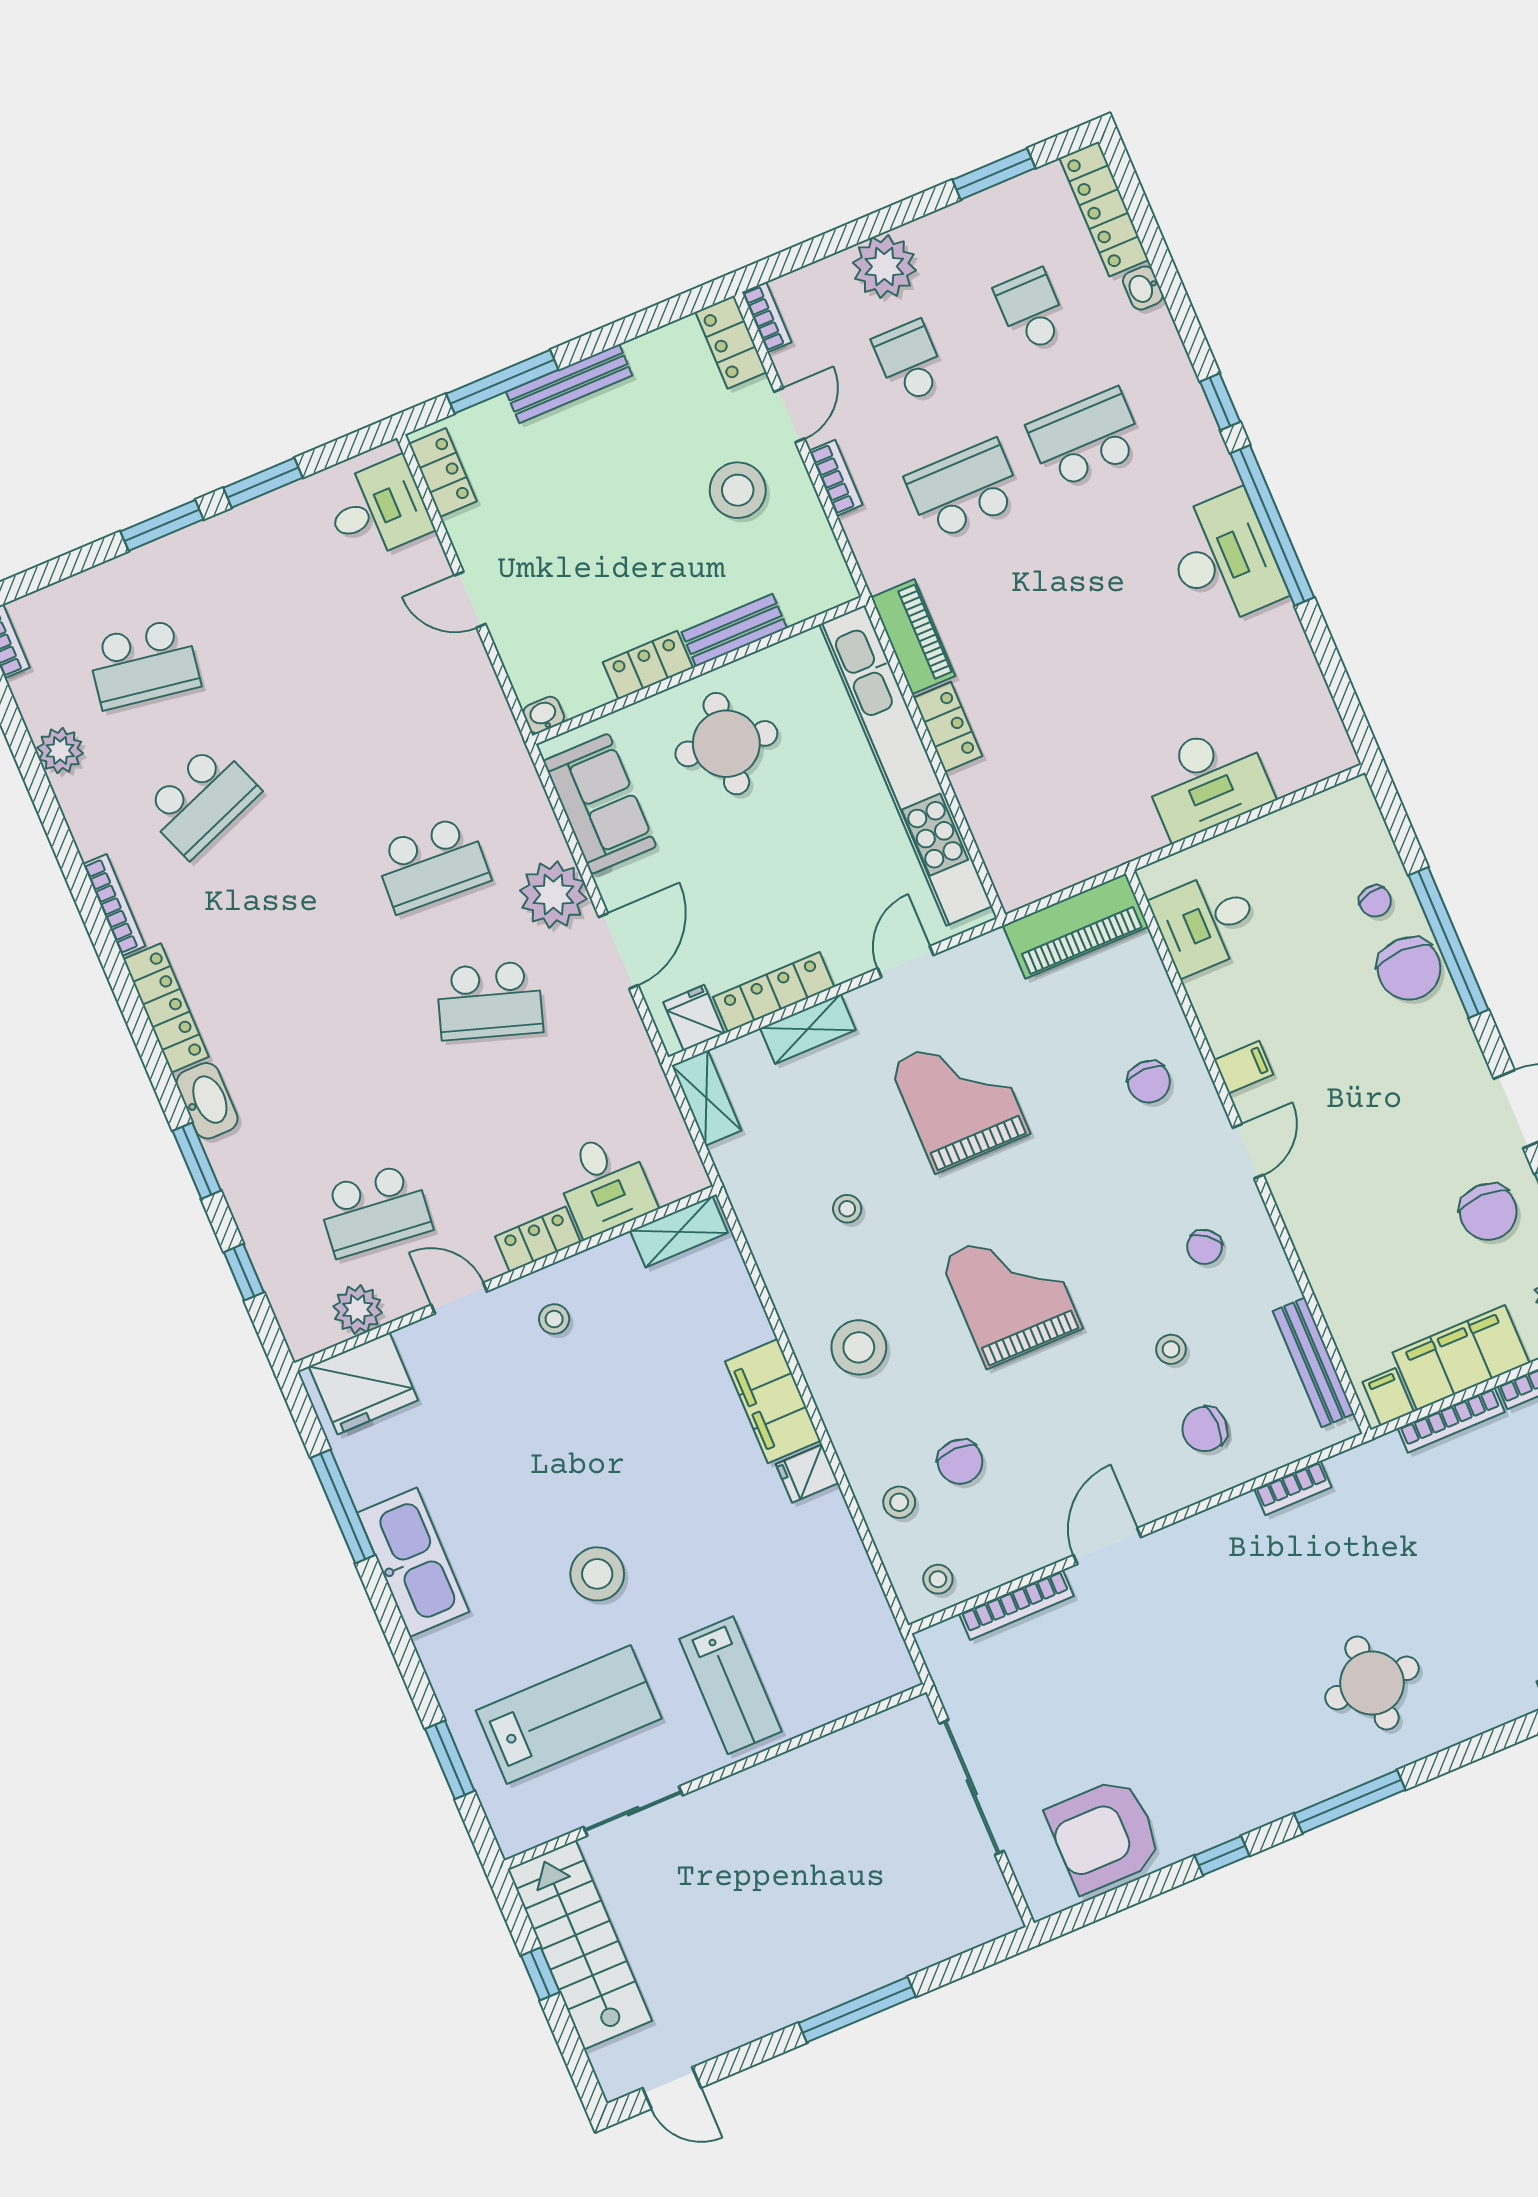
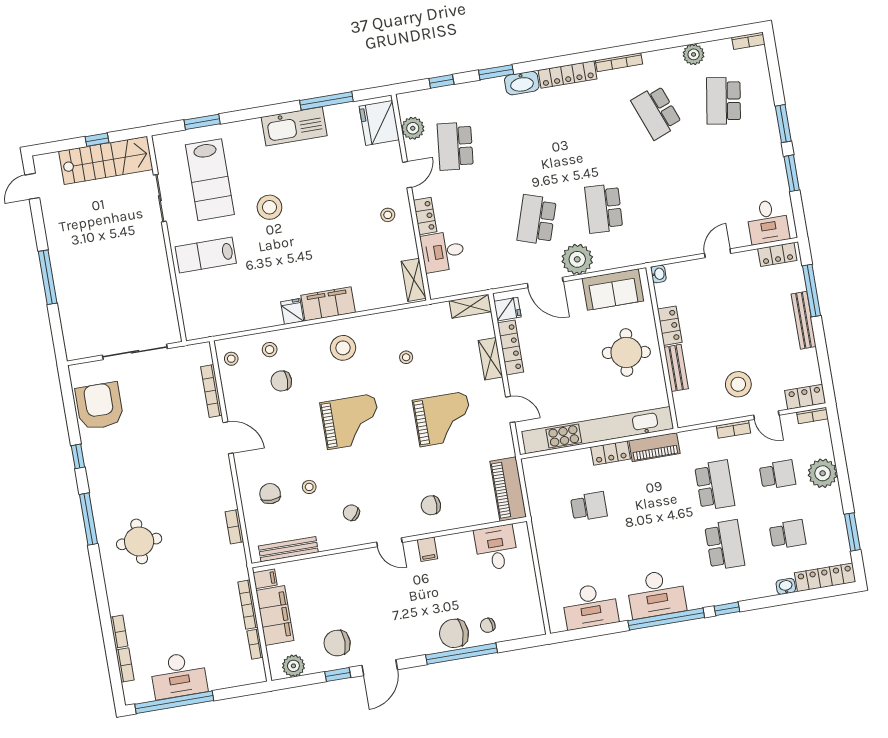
school desk: (1072, 746) -> (589, 506), added
desk: (1207, 781) -> (590, 606), moved, turned -90

